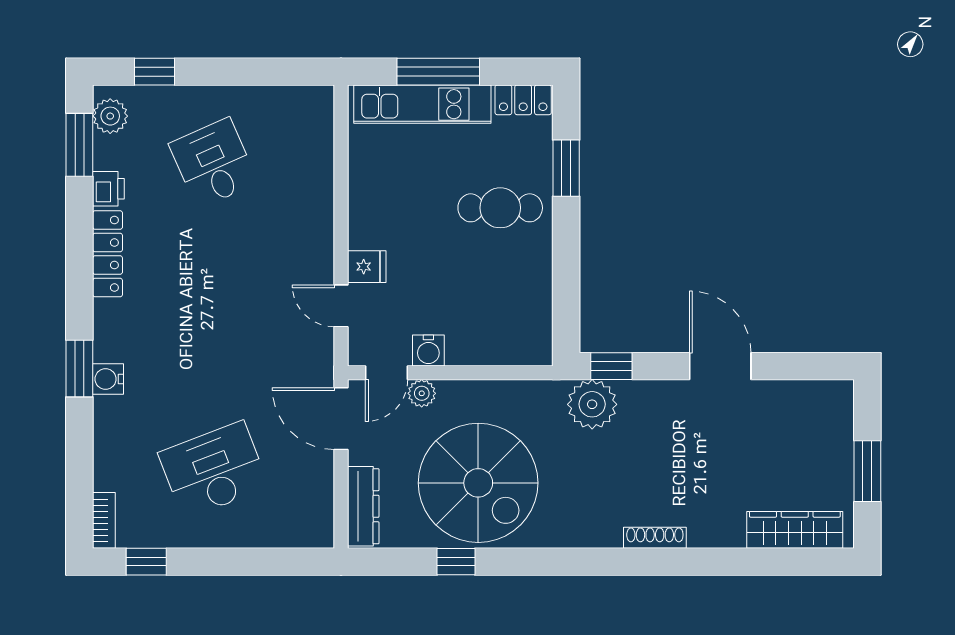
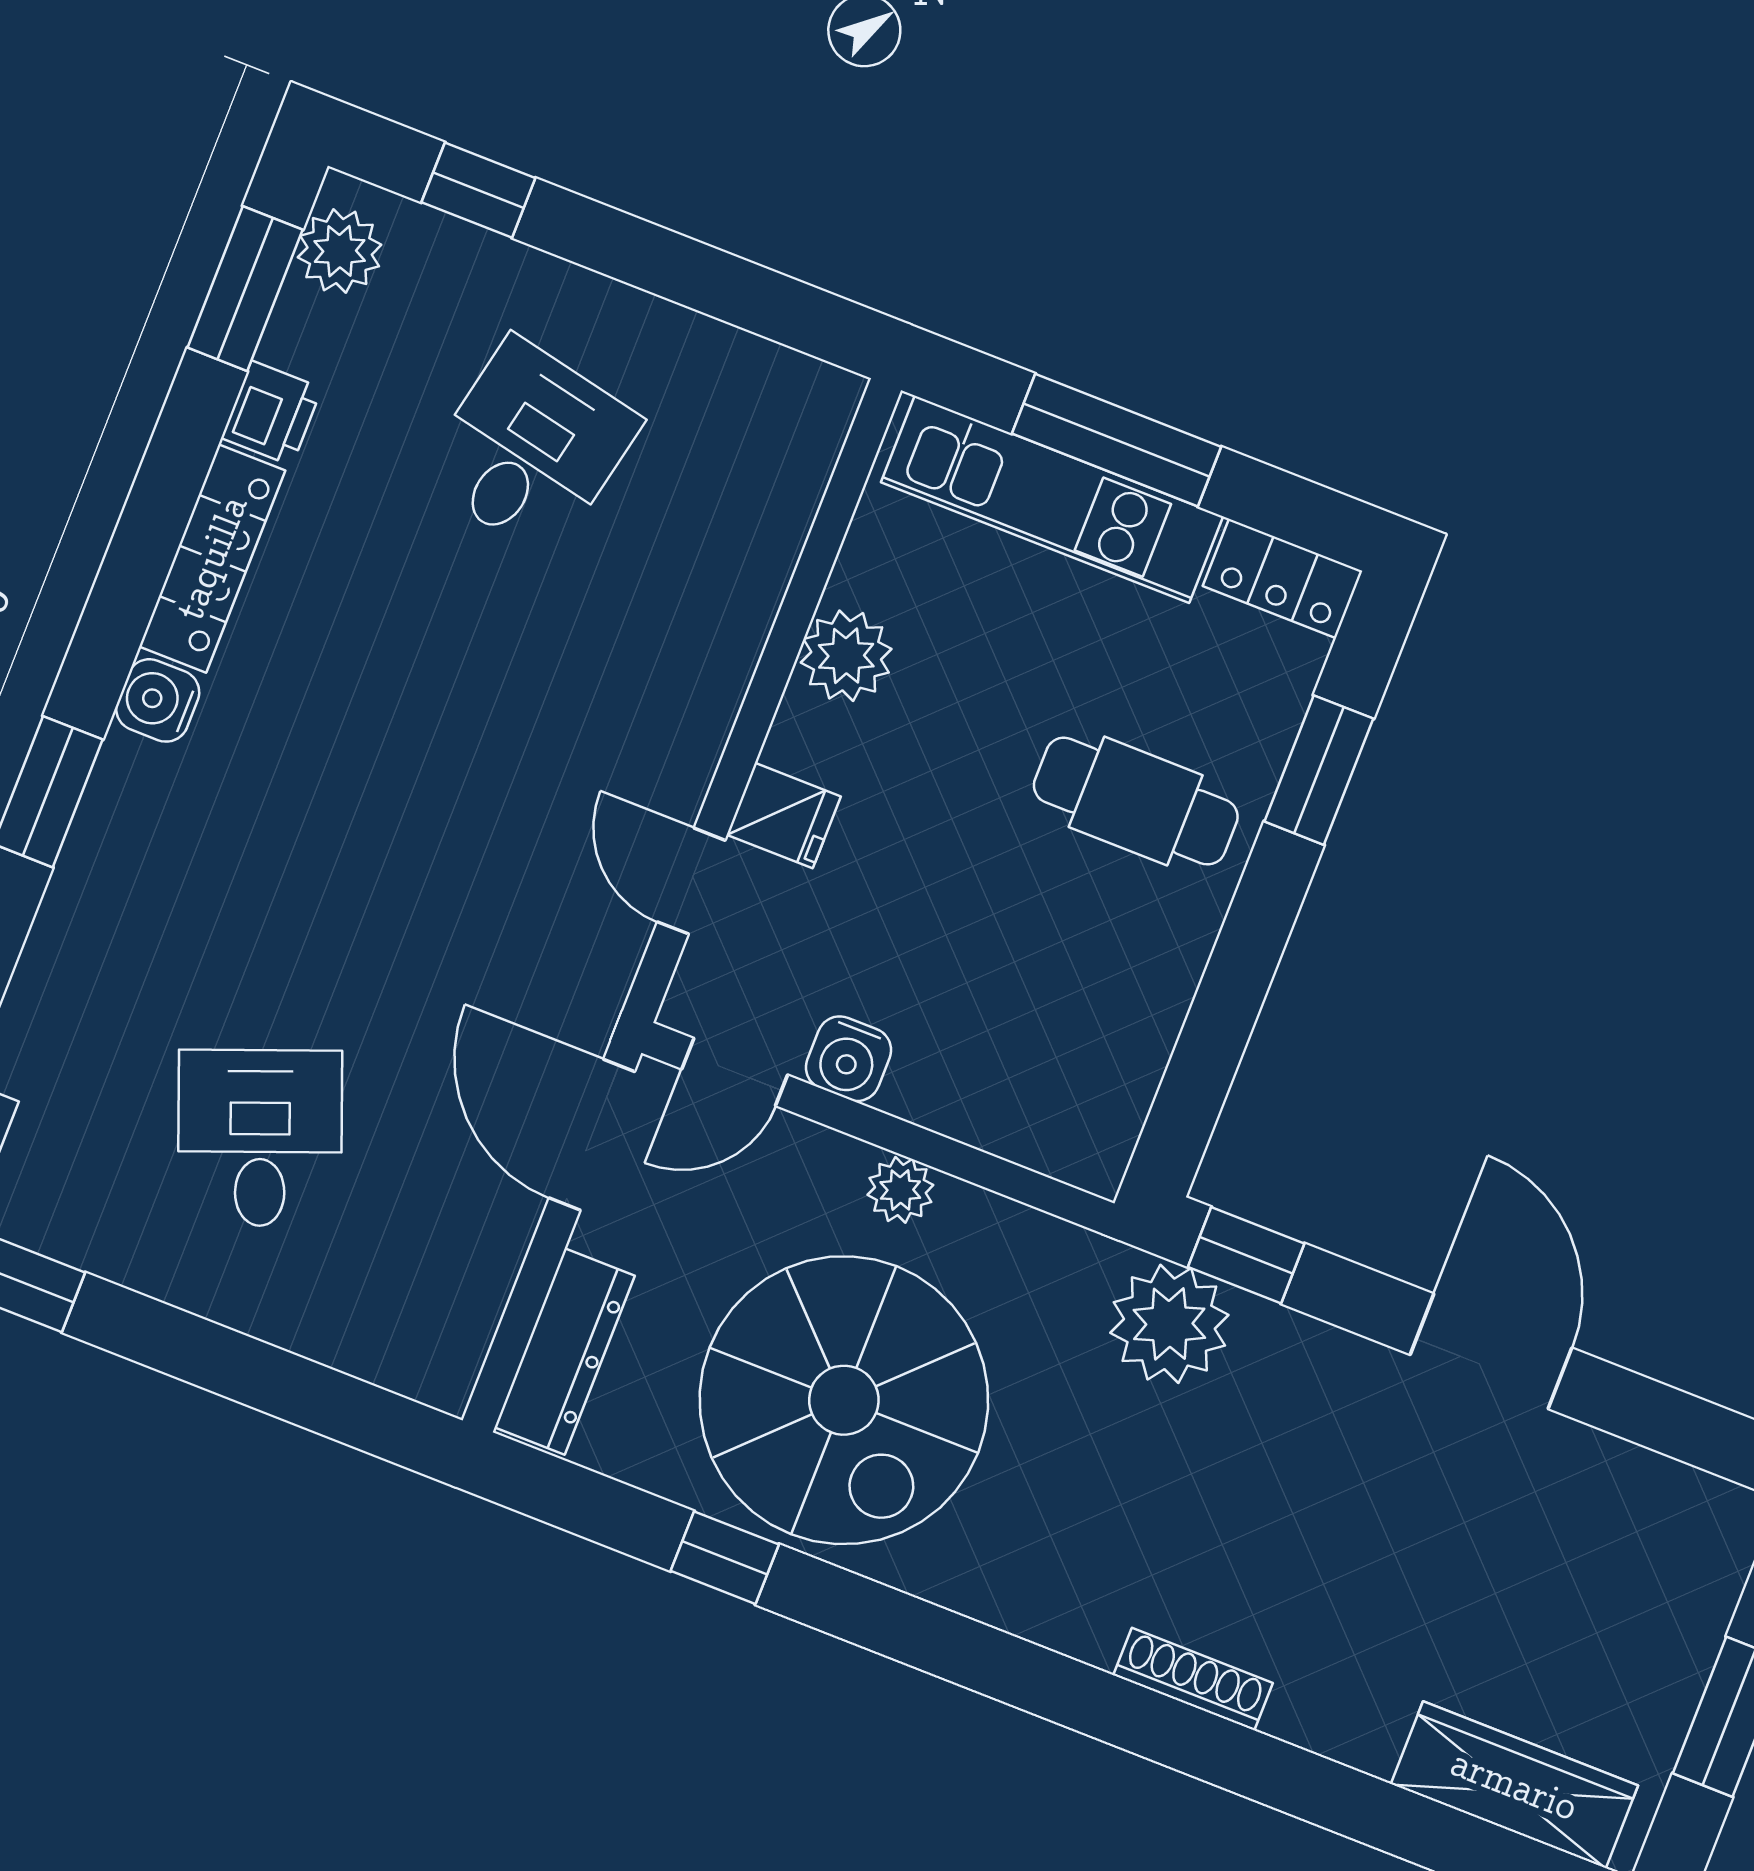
desk: (214, 163) -> (530, 448), turned 36
plant: (367, 196) -> (846, 656), added
water cooler: (108, 379) -> (158, 700), moved
plant: (422, 393) -> (900, 1190), moved
desk: (214, 470) -> (260, 1138), width x0.73

